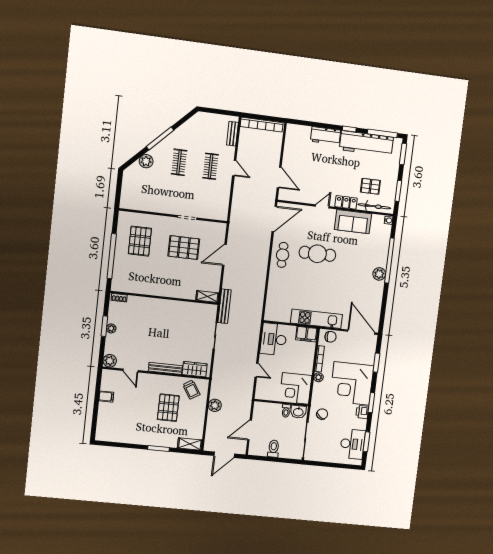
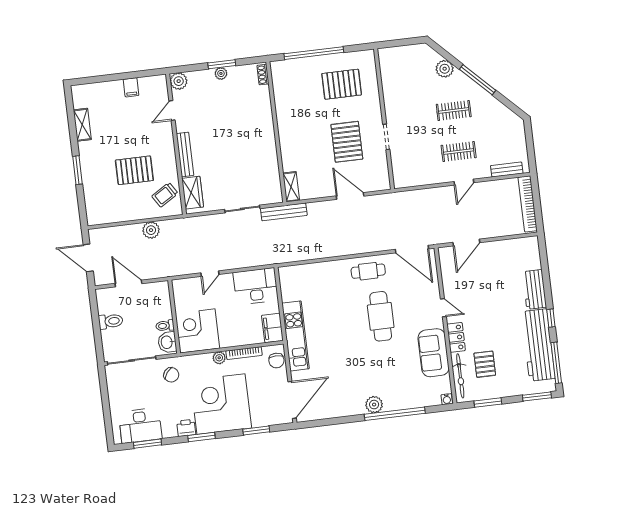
shelving: (190, 444) -> (82, 125), moved

